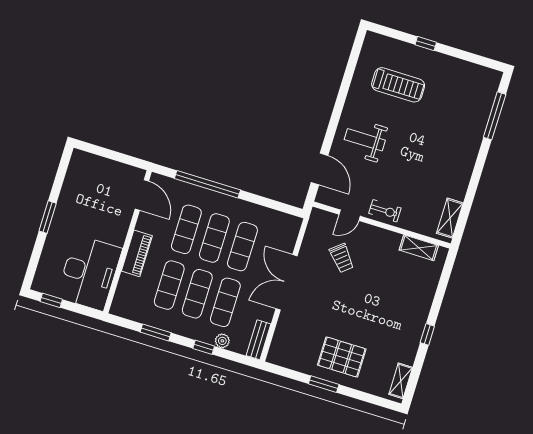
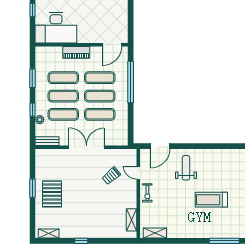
treadmill: (398, 85) -> (211, 200), moved, turned 90

